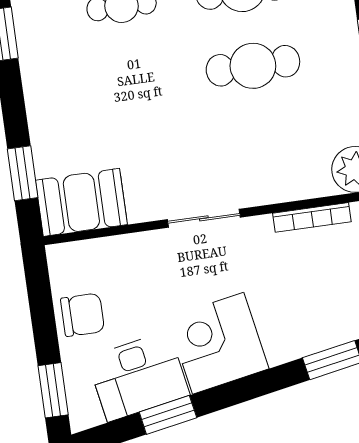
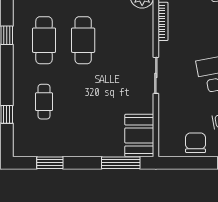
window: (23, 173) -> (121, 163), width x1.44

